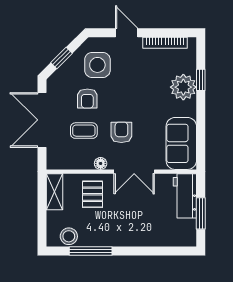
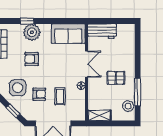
armchair: (121, 132) -> (32, 59), moved
pallet: (92, 194) -> (116, 78), moved
window: (201, 213) -> (113, 21), removed

